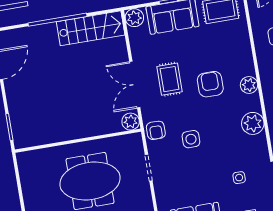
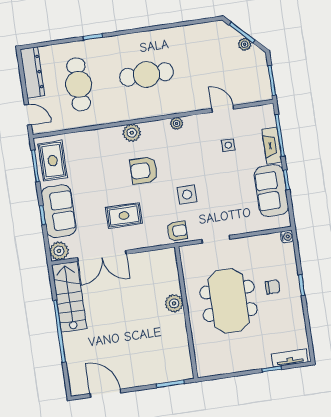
armchair: (210, 84) -> (144, 170), moved
double door: (135, 85) -> (102, 256), moved
plant: (131, 122) -> (174, 303), moved
plant: (253, 123) -> (177, 123), width x0.53, depth x0.53

